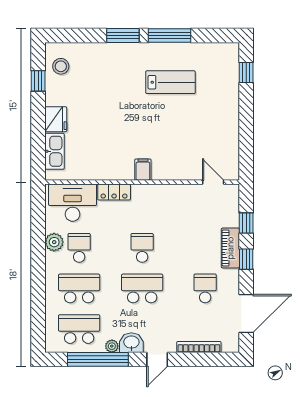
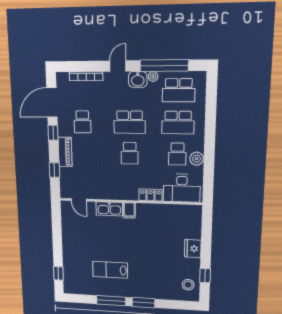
kitchen sink: (55, 151) -> (109, 209), moved, turned -90
window: (246, 259) -> (53, 133), moved

